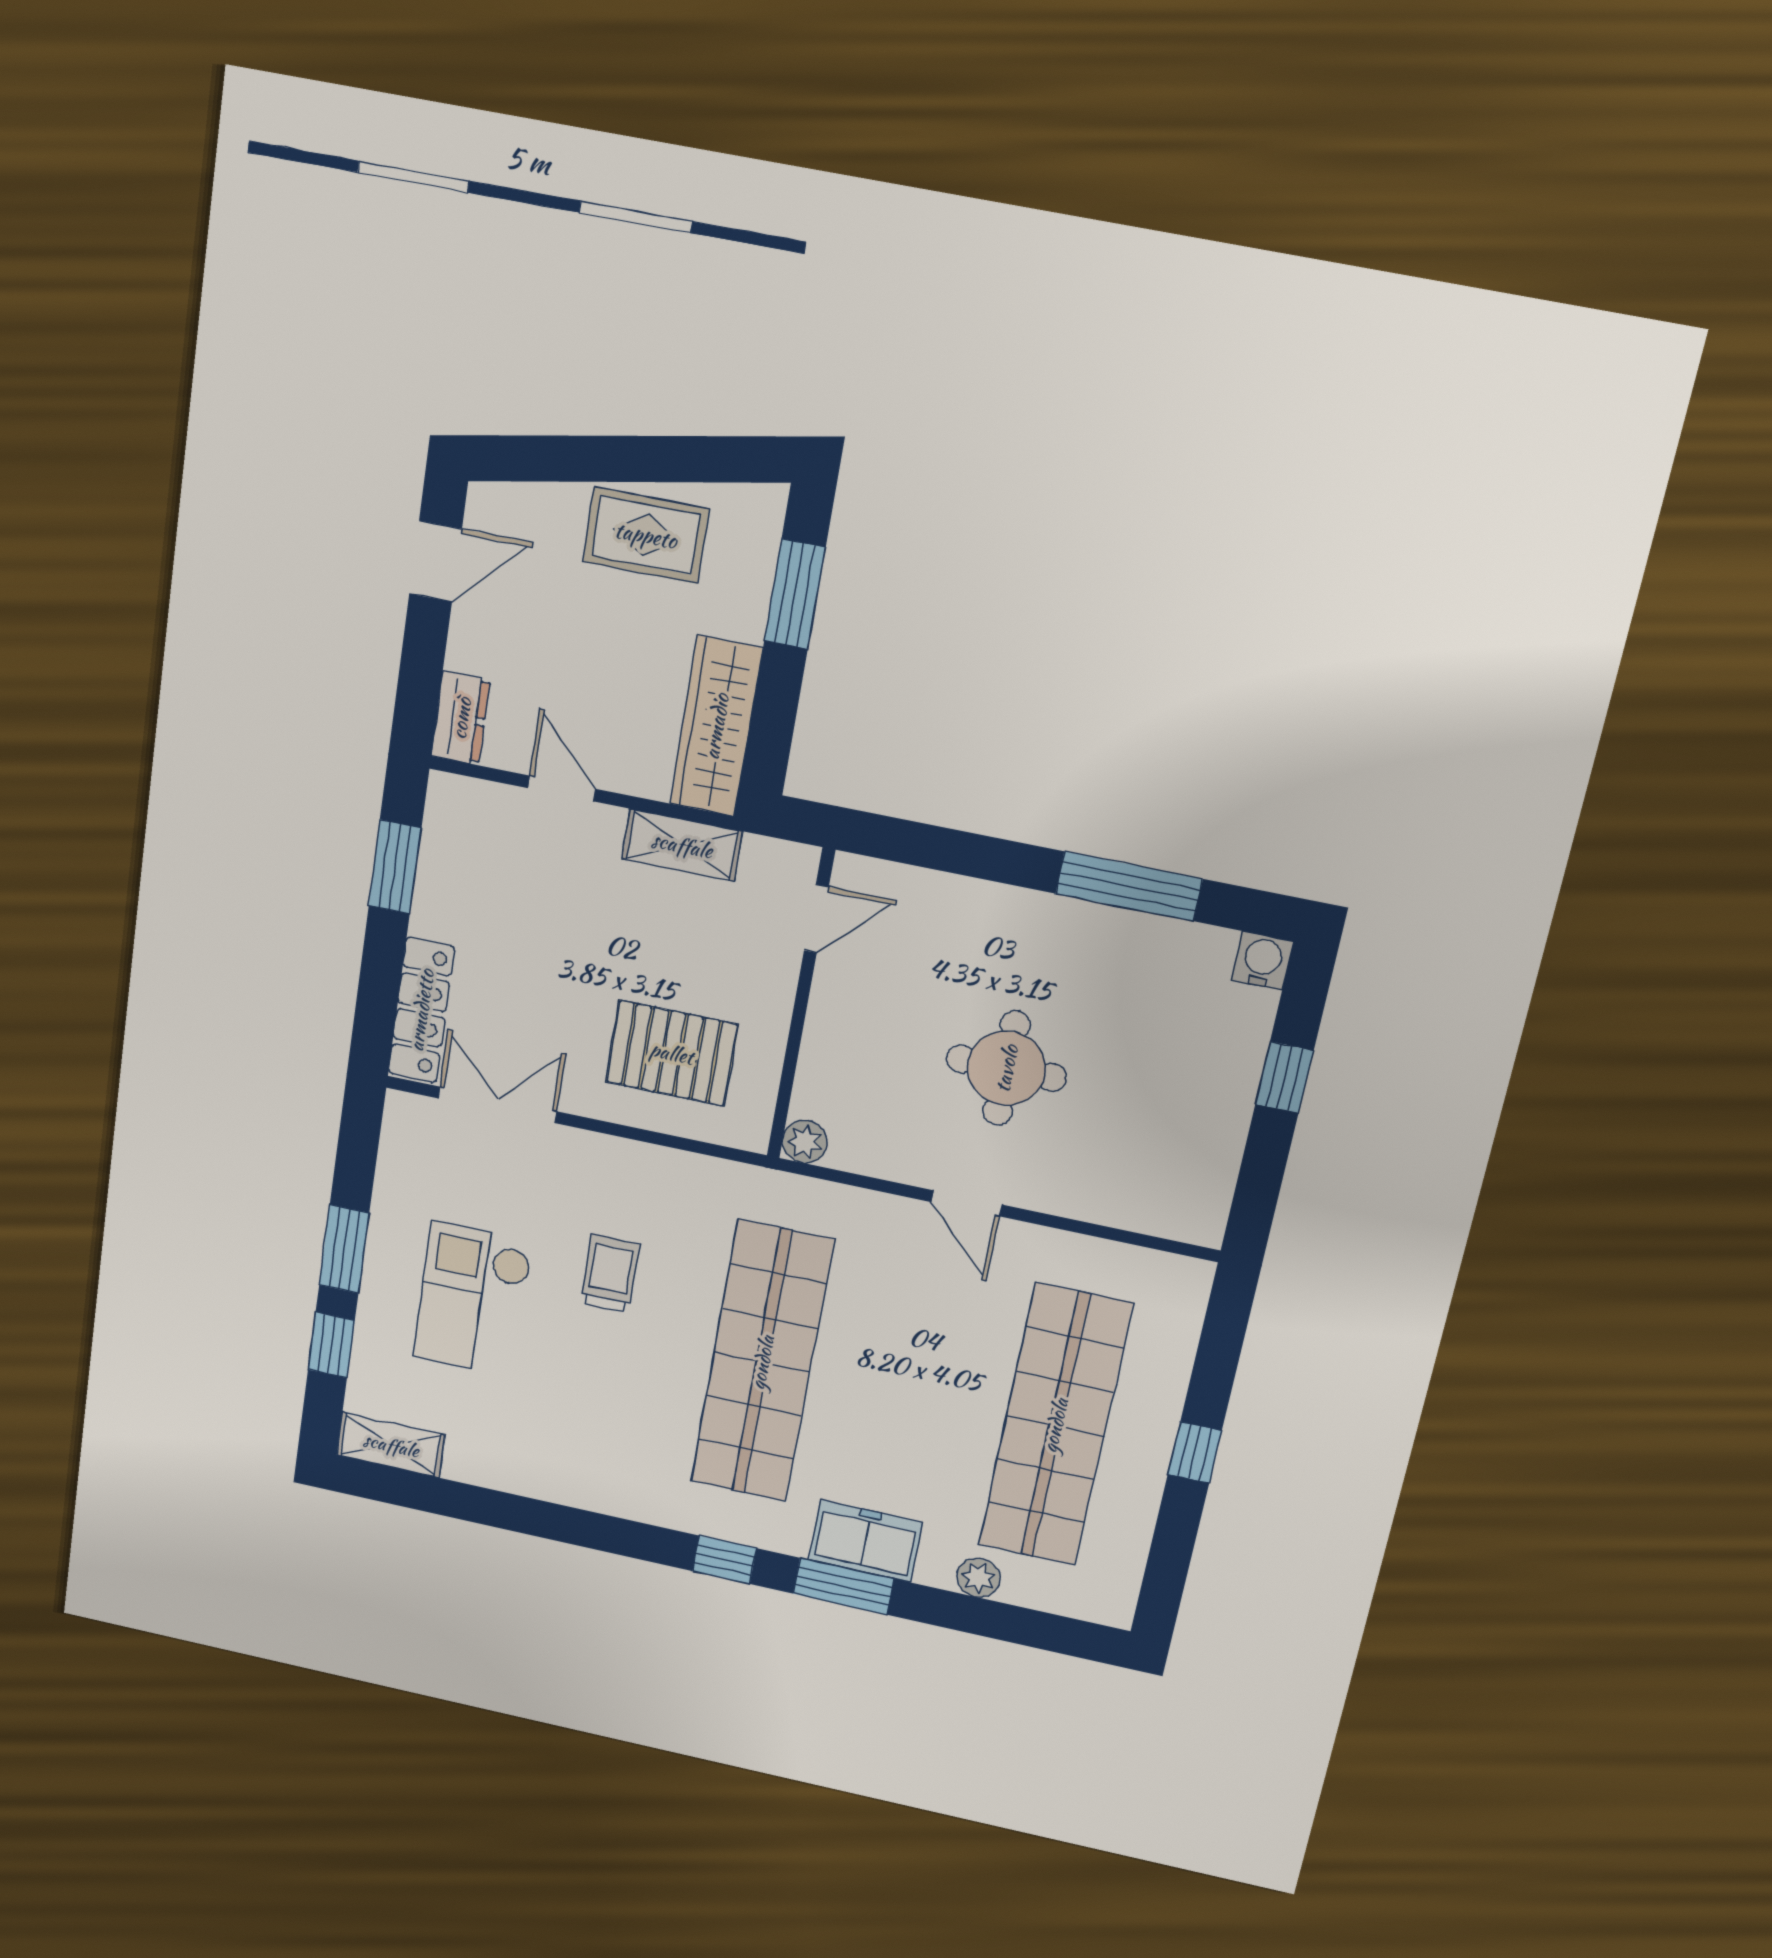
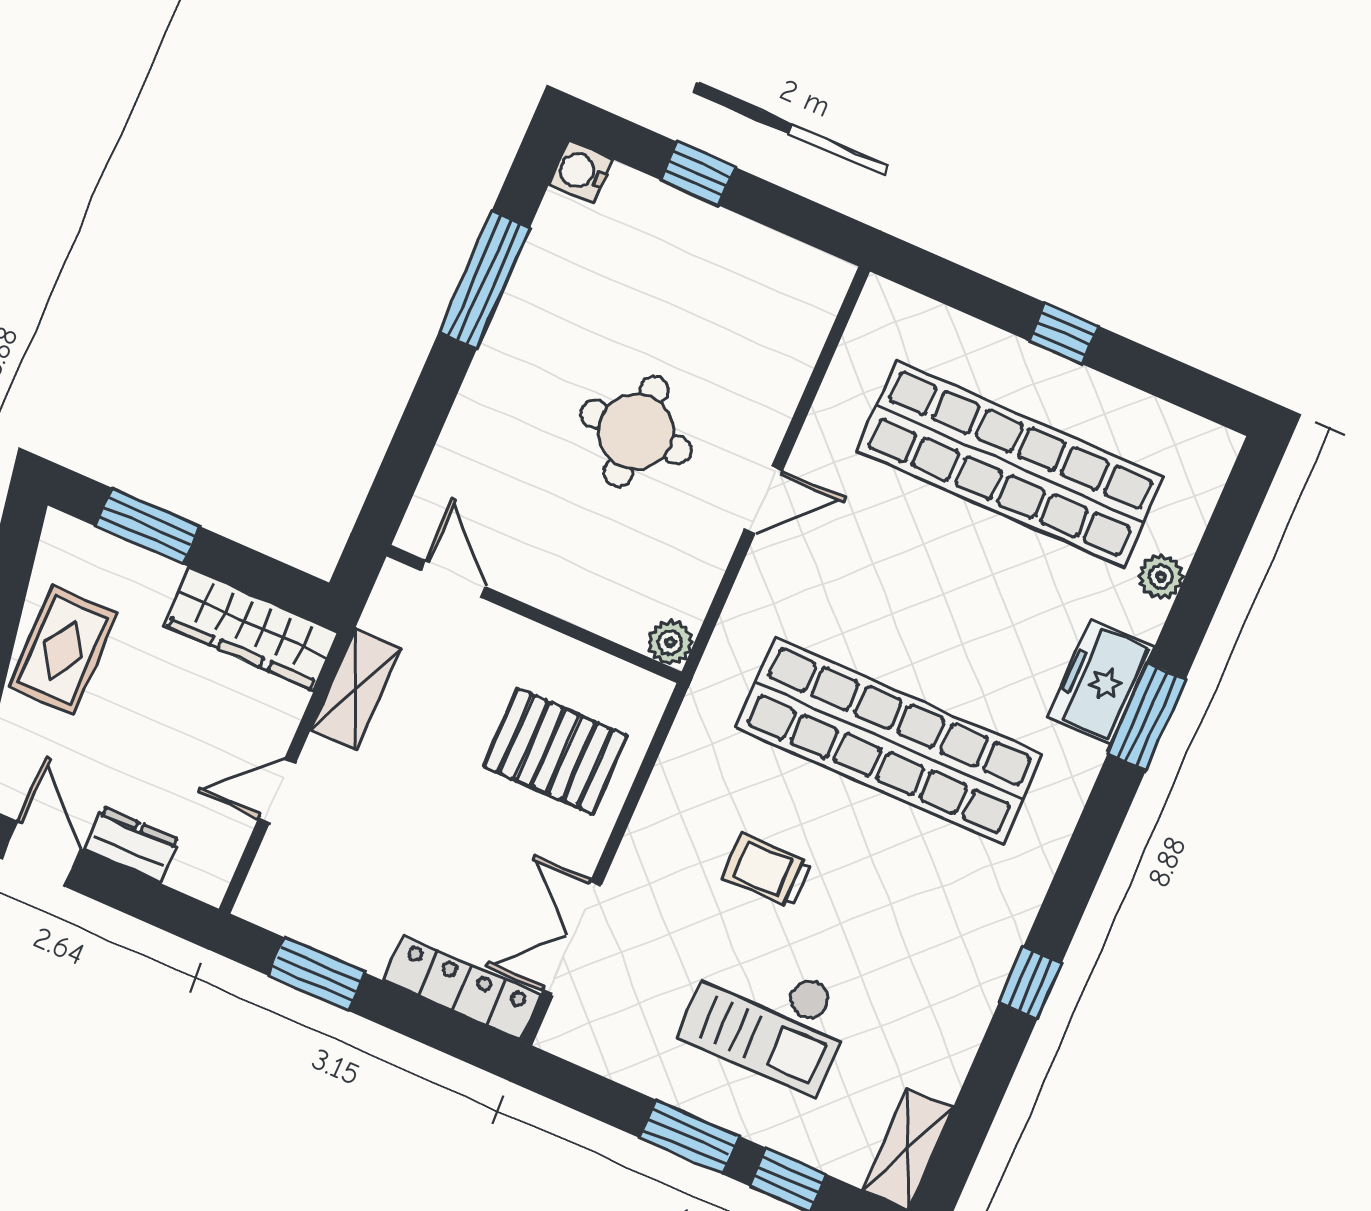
dresser: (461, 718) -> (132, 845), moved
pallet: (672, 1053) -> (555, 751), turned 90
window: (724, 1560) -> (1030, 983), moved

